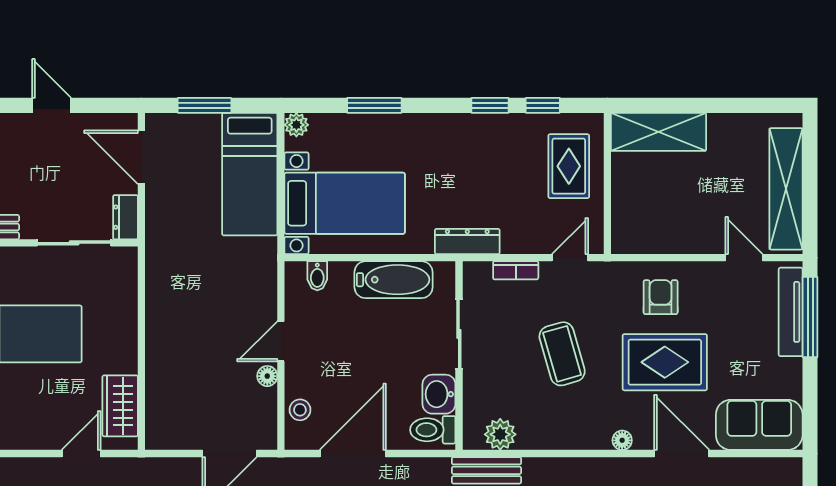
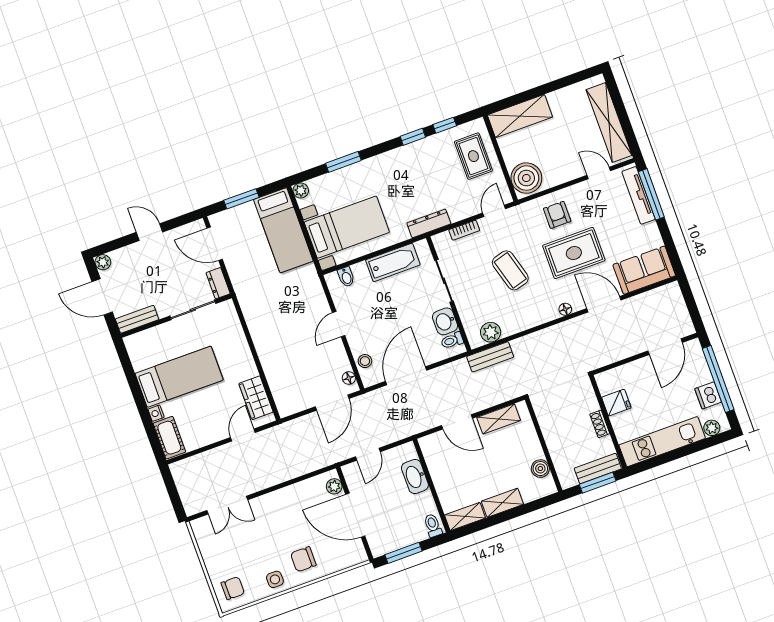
boiler: (635, 227) -> (526, 178), added
floor lamp: (267, 376) -> (349, 378), moved
toilet: (433, 430) -> (452, 341), width x0.73, depth x0.72

